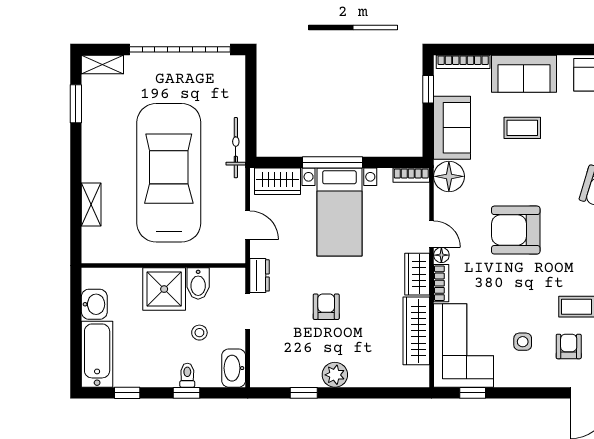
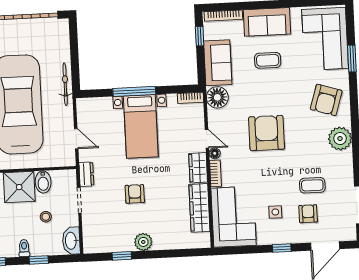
wardrobe: (278, 181) -> (96, 107), removed
armchair: (516, 230) -> (267, 133), turned 90
toilet: (187, 375) -> (24, 248), moved
window: (473, 393) -> (282, 248), moved

